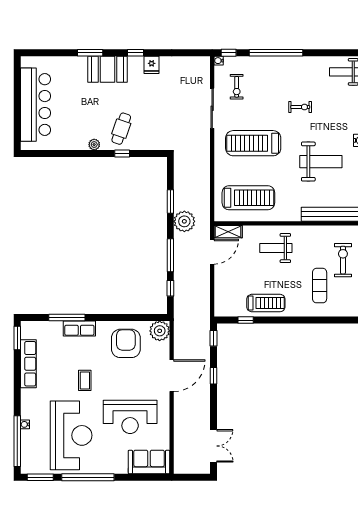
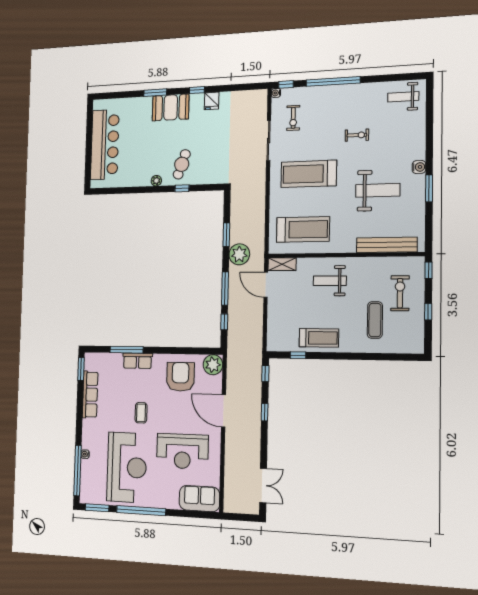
door: (212, 252) -> (266, 285), swing flipped
door: (172, 376) -> (224, 411), swing flipped

